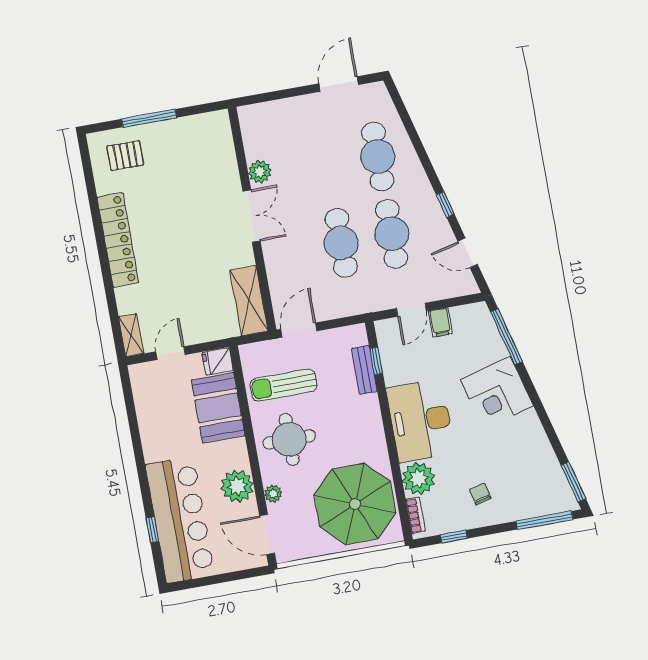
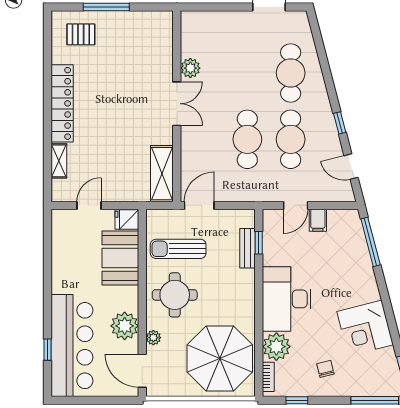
shelving: (131, 335) -> (59, 161), moved
corner desk: (497, 393) -> (365, 328), moved

